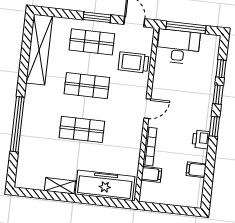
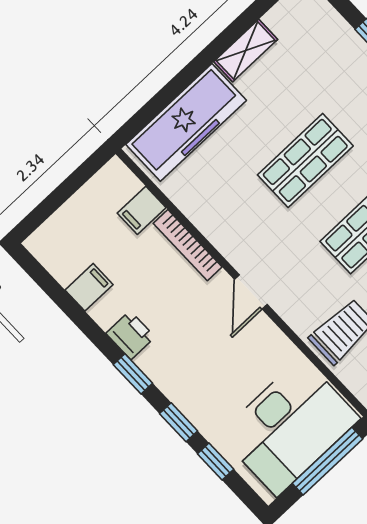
desk: (178, 47) -> (289, 427), width x1.36, depth x1.30

